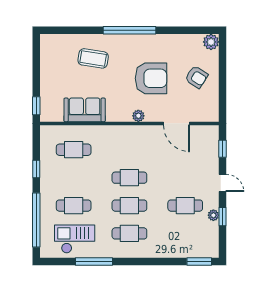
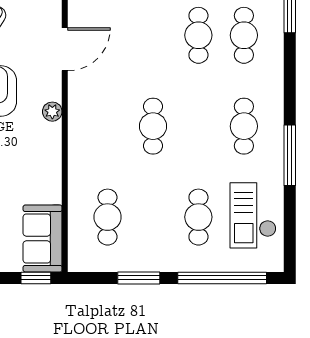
sofa: (85, 110) -> (43, 238), moved
window: (36, 169) -> (139, 278), width x1.50
cafe table: (129, 206) -> (244, 35), moved
window: (94, 262) -> (290, 155), moved

